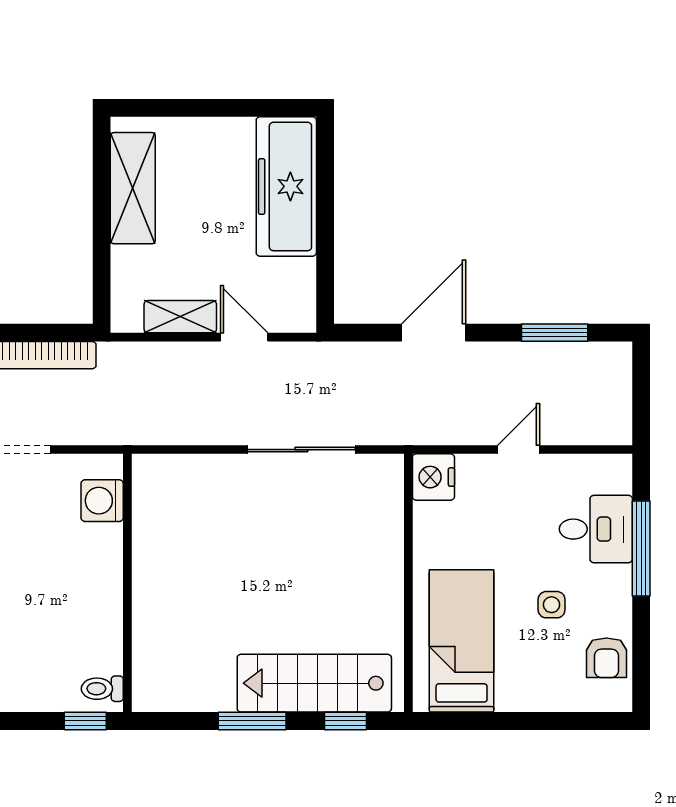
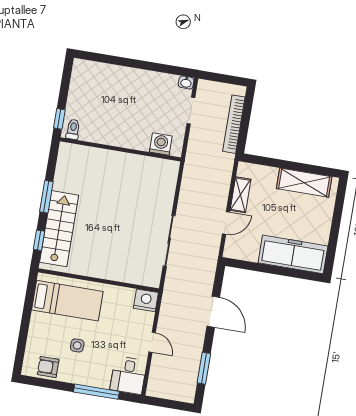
desk: (596, 529) -> (128, 375), moved

